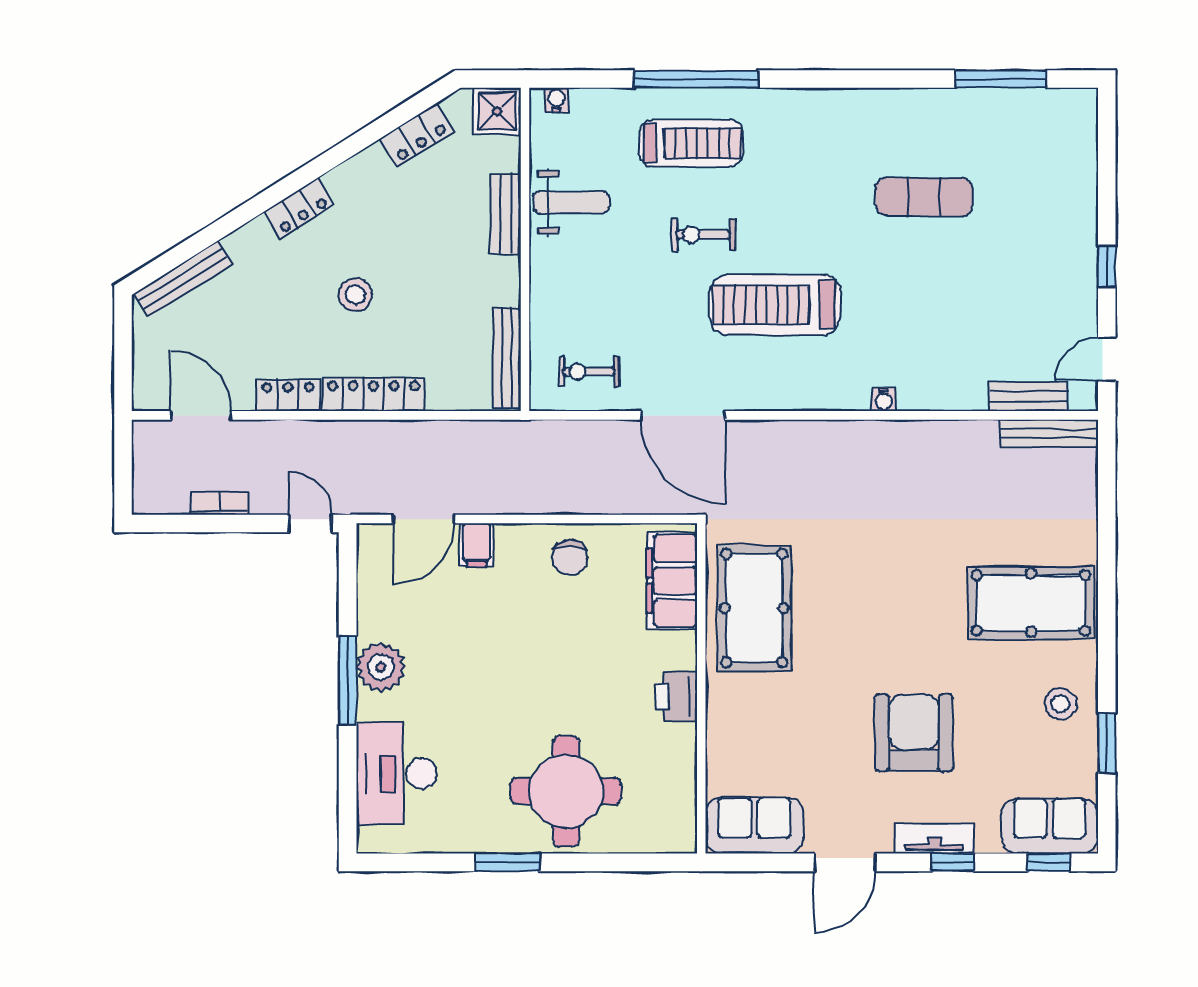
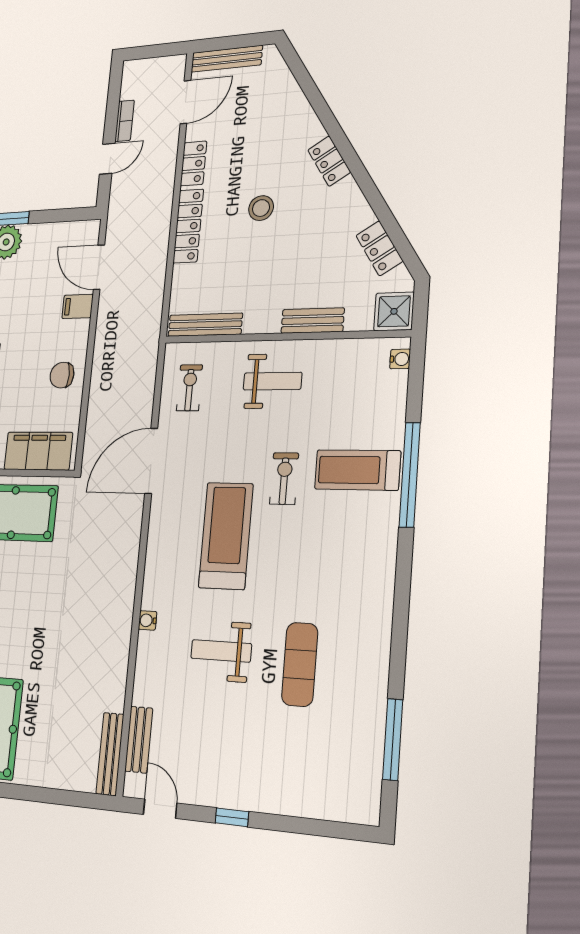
treadmill: (691, 143) -> (357, 470), turned 90
weight bench: (571, 202) -> (272, 381), moved, turned -90
bench: (183, 279) -> (227, 59), moved, turned -58
weight bench: (915, 298) -> (221, 651), added
door: (310, 524) -> (107, 159), moved

